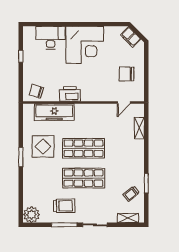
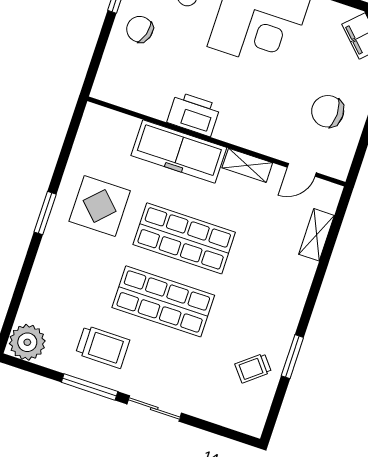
chair: (36, 91) -> (140, 29), moved
freezer: (54, 112) -> (179, 151), moved
shelving: (128, 218) -> (247, 165), moved

